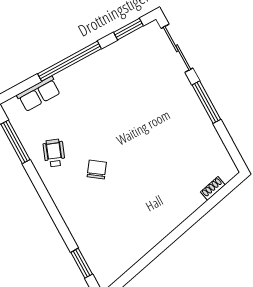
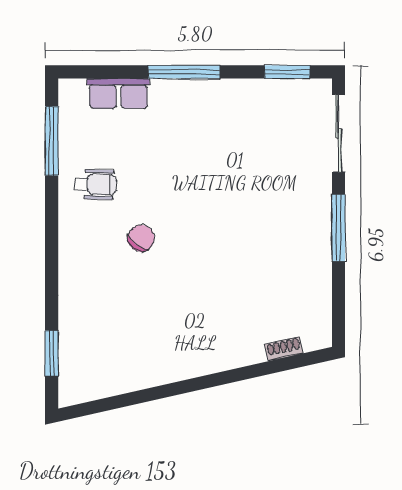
window: (69, 61) -> (184, 72), width x0.68
wheelchair: (54, 153) -> (95, 184), turned 71

